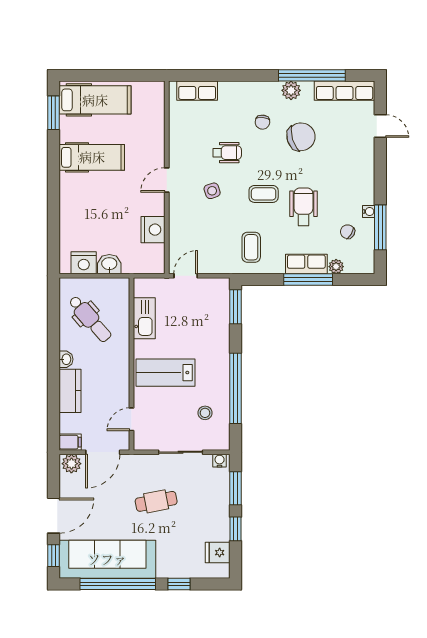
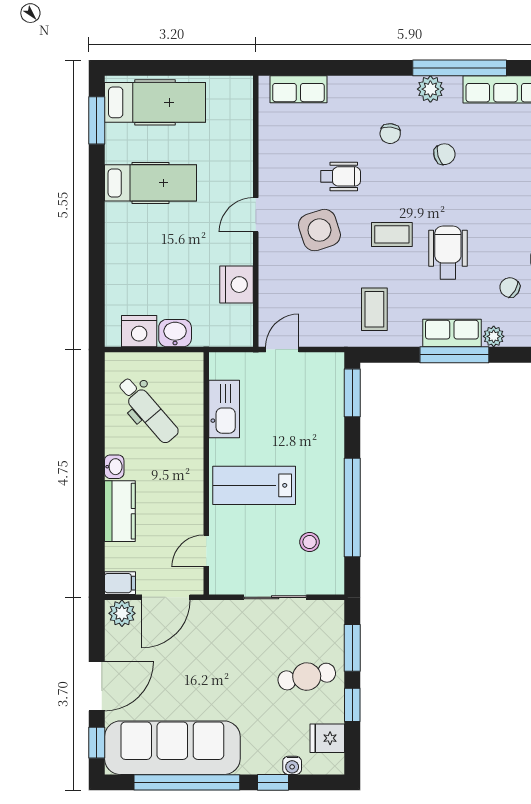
chair: (301, 137) -> (444, 154), width x0.54, depth x0.54
side table: (212, 191) -> (319, 230), width x1.87, depth x1.87
water cooler: (220, 461) -> (292, 765), moved, turned 180
cafe table: (156, 501) -> (307, 677), moved

